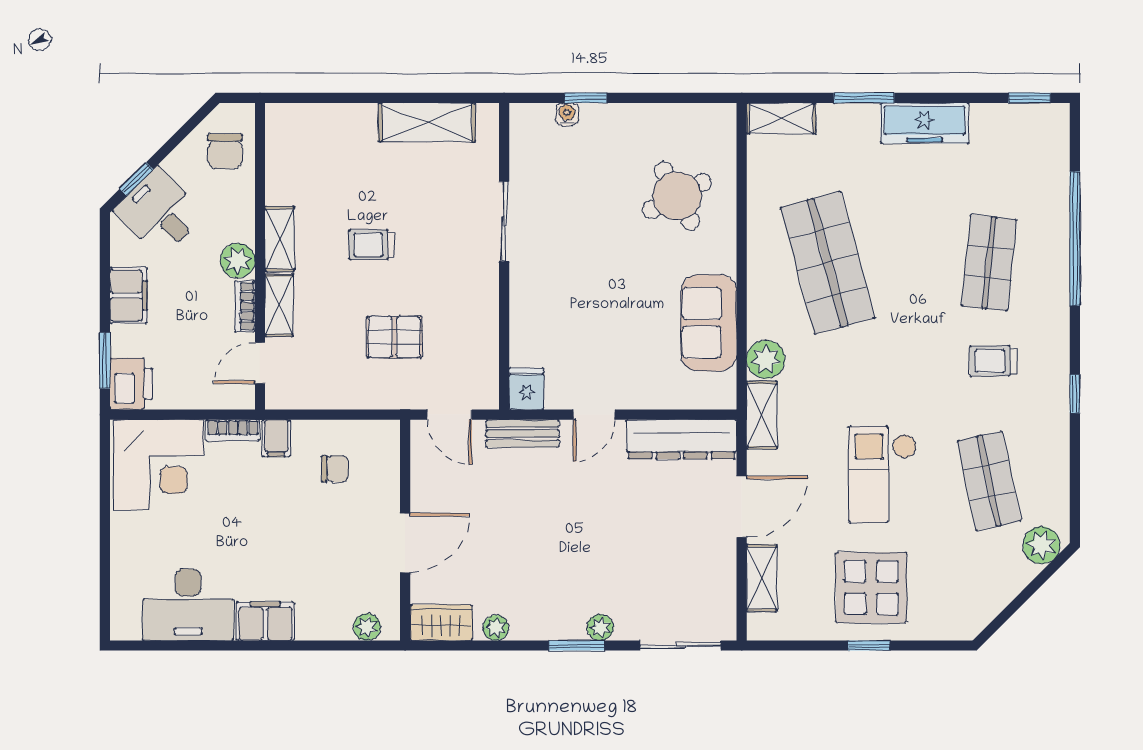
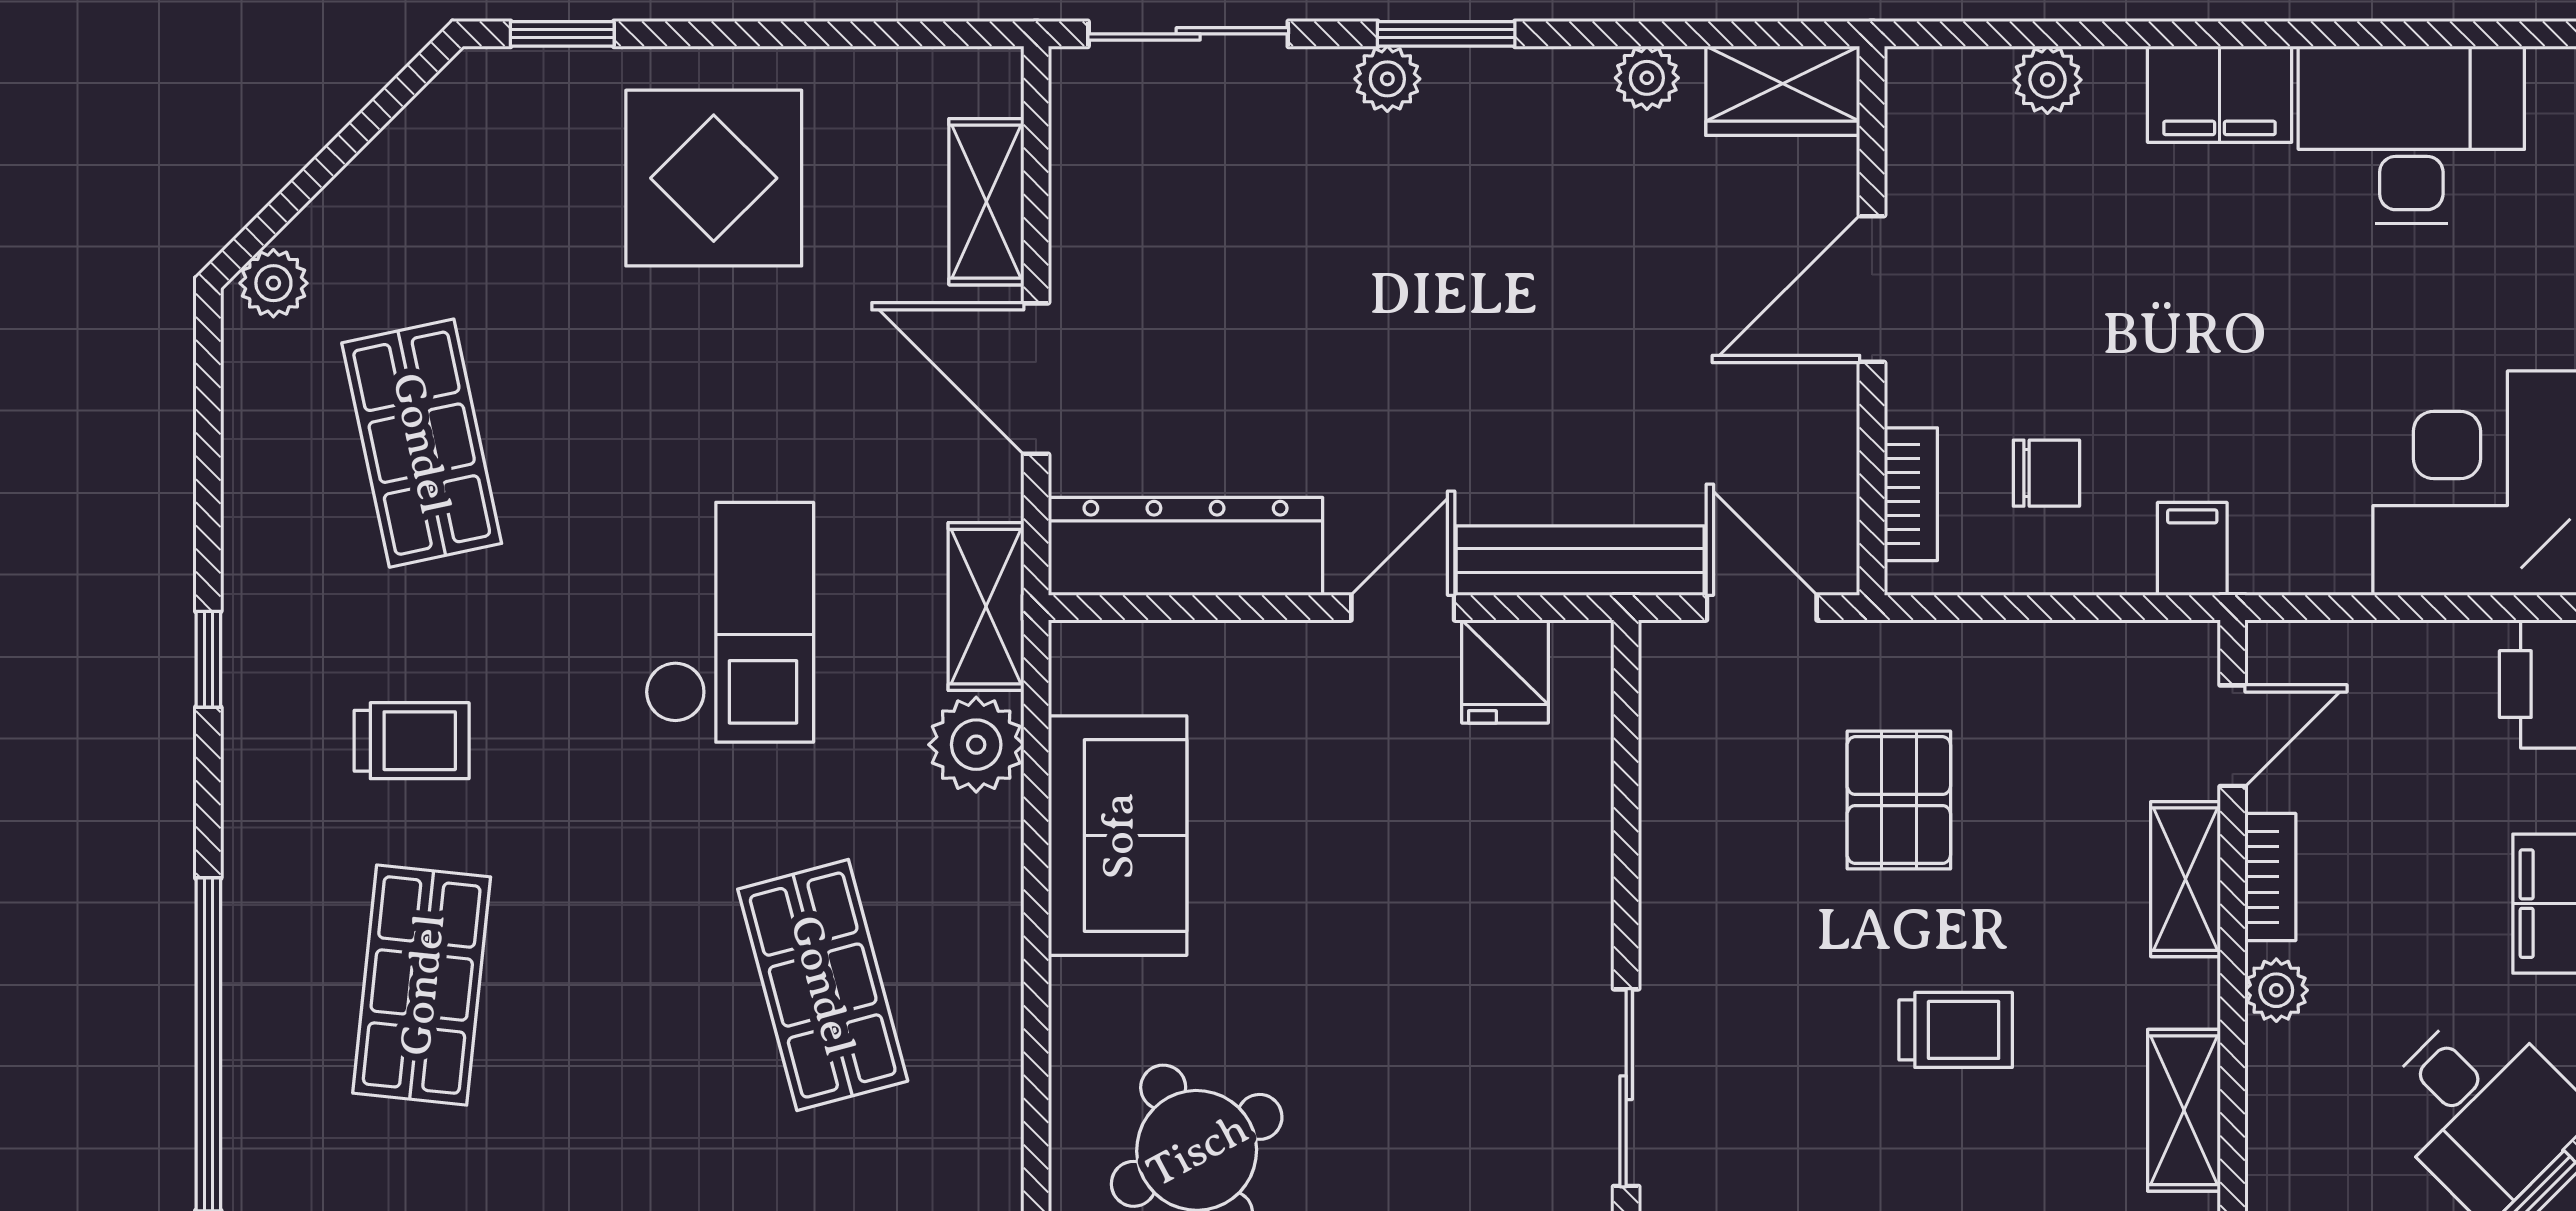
shelving: (280, 239) -> (2184, 1110), moved
plant: (238, 261) -> (2276, 990), width x0.73, depth x0.73
shop shelf: (828, 263) -> (823, 985), width x0.70, depth x0.74
pallet: (394, 337) -> (1899, 800), turned 90
fridge: (527, 389) -> (1505, 671), moved
bookcase: (233, 430) -> (1911, 494), moved, turned 90
bench: (523, 434) -> (1580, 561), width x1.36
chair: (335, 469) -> (2046, 473), turned 180
checkout: (883, 474) -> (729, 622), moved
door: (742, 507) -> (1036, 379), hinge flipped
plant: (1041, 545) -> (273, 283), width x0.73, depth x0.73
plant: (367, 627) -> (2047, 80), moved
window: (869, 646) -> (562, 34), moved

